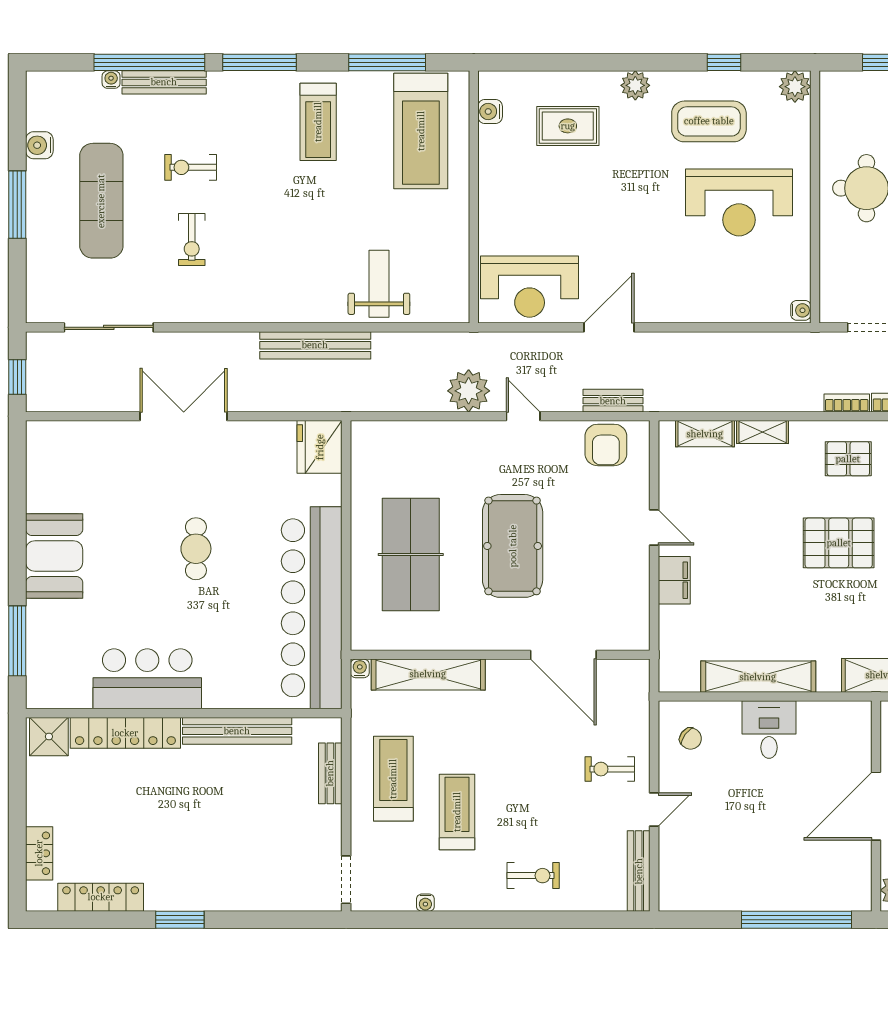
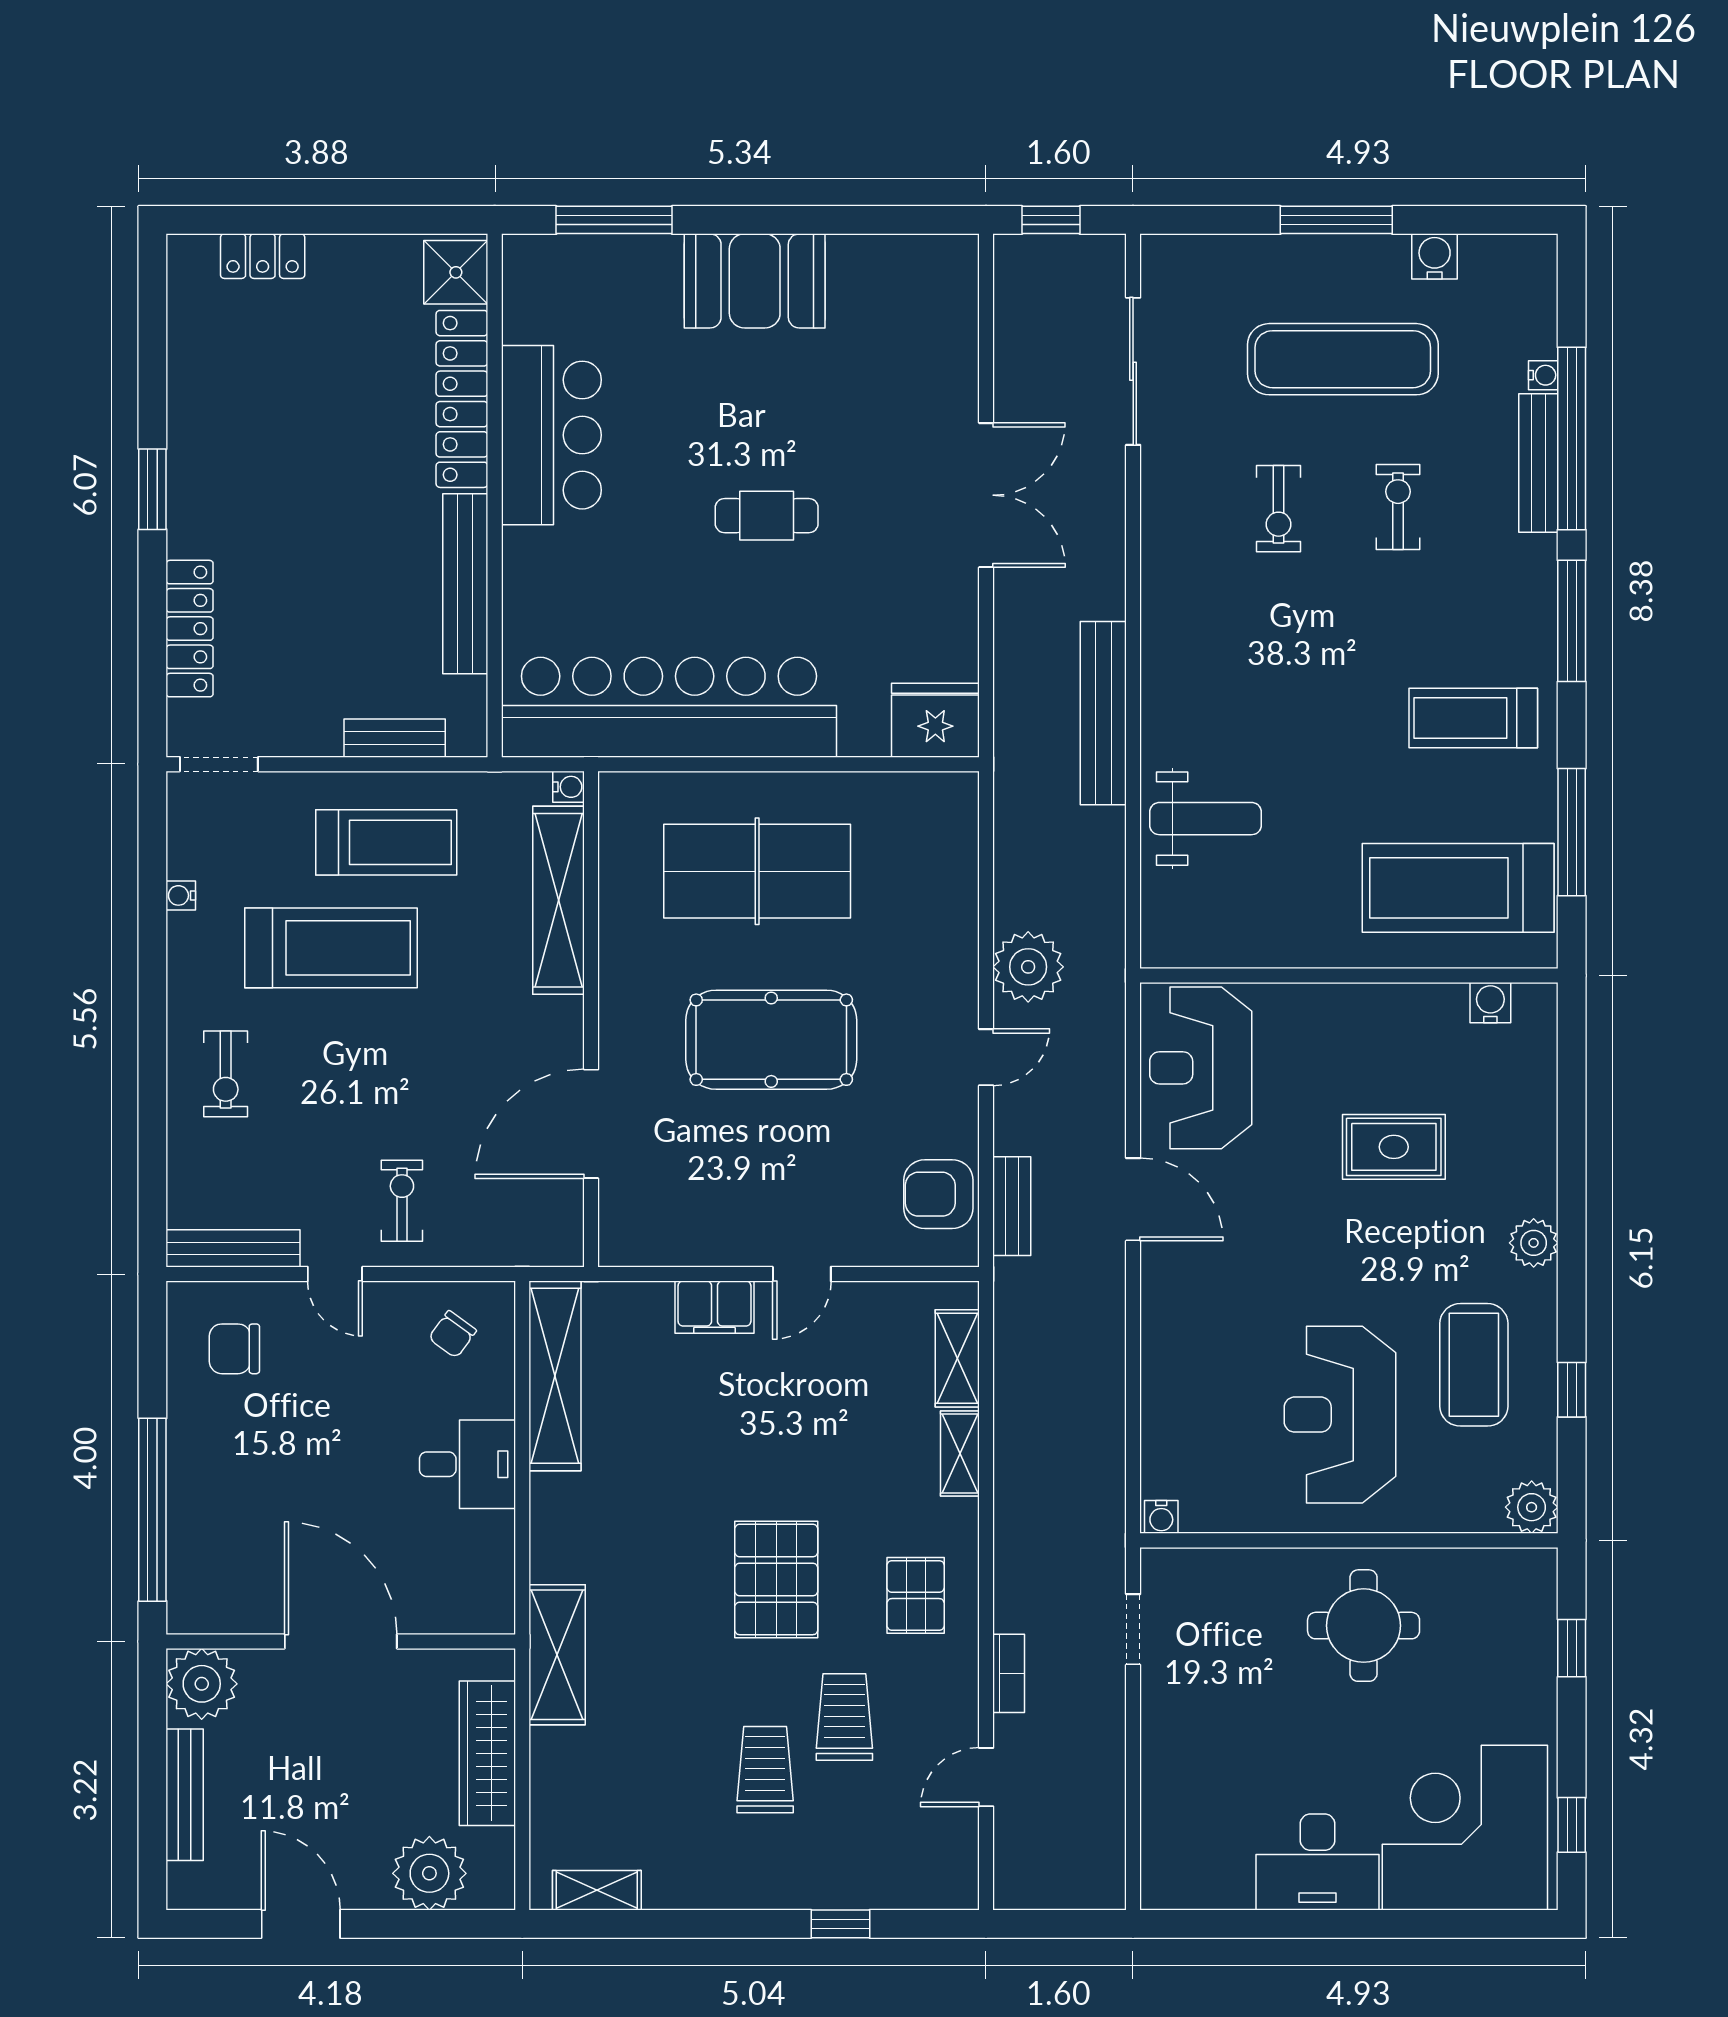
rug: (568, 126) -> (1394, 1147), moved, turned 90
exercise bike: (192, 240) -> (1279, 509), turned -90
bookcase: (847, 403) -> (1008, 1593), removed
shelving: (758, 677) -> (555, 1376), moved
treadmill: (457, 812) -> (331, 948), width x1.37, depth x1.38
chair: (699, 870) -> (234, 1349), added
locker: (101, 897) -> (190, 629), moved

